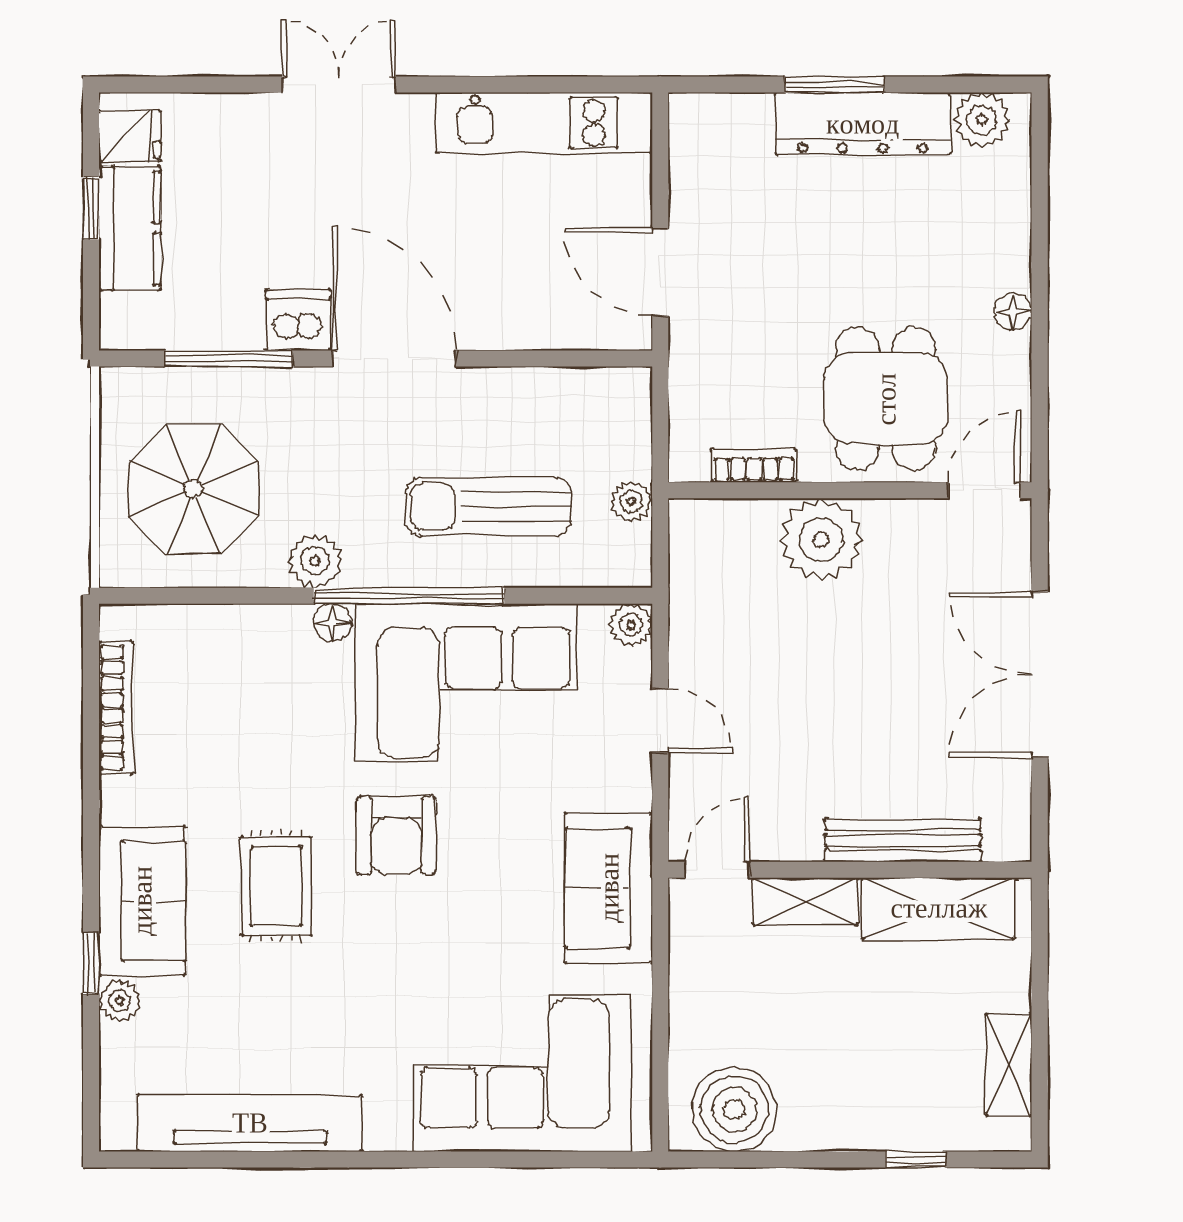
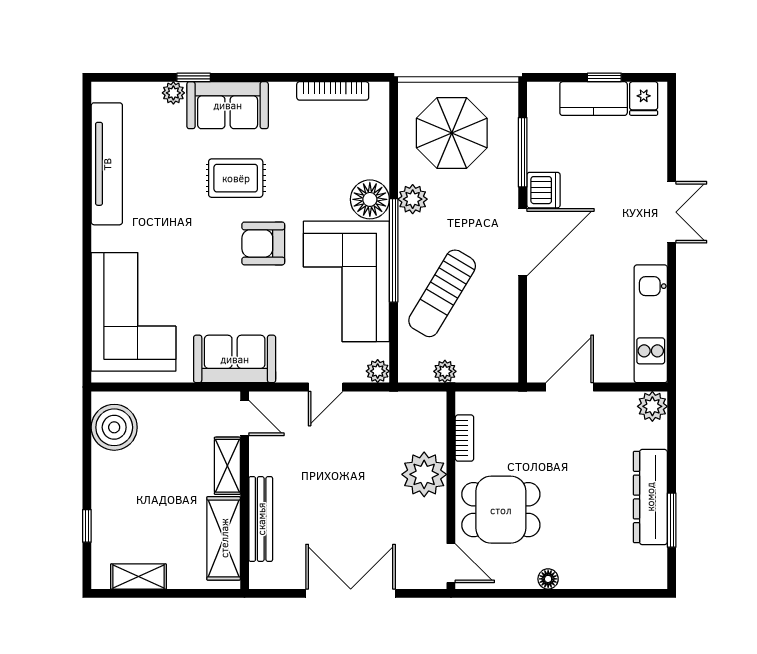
window: (835, 85) -> (672, 520), moved
plant: (982, 120) -> (652, 406), moved
sun lounger: (488, 507) -> (442, 293), turned -149
floor lamp: (332, 623) -> (370, 199), width x1.89, depth x1.89

